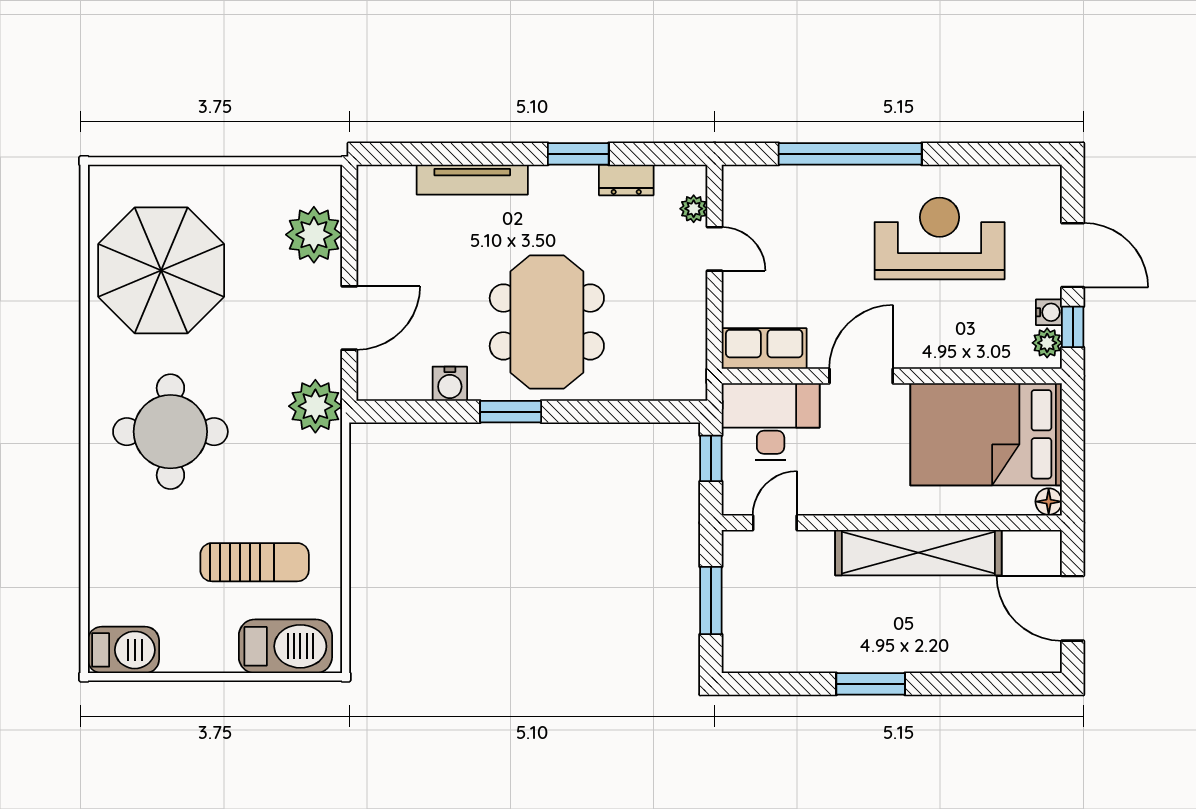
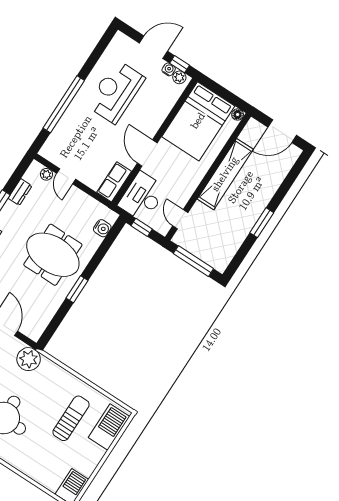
door: (715, 249) -> (66, 176), swing flipped
water cooler: (450, 384) -> (102, 228), moved
window: (711, 601) -> (193, 261), width x1.44

